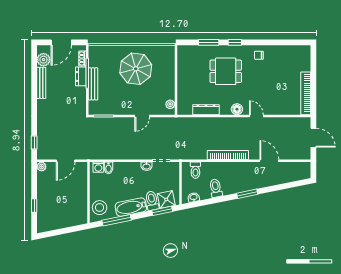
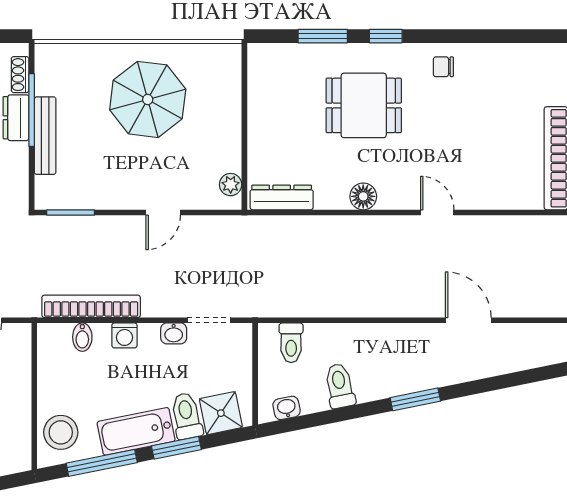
floor lamp: (237, 109) -> (363, 196), moved
dresser: (206, 110) -> (282, 197), moved
bookcase: (228, 155) -> (91, 306), moved
washing machine: (98, 167) -> (124, 335), moved
window: (162, 211) -> (176, 448), moved

